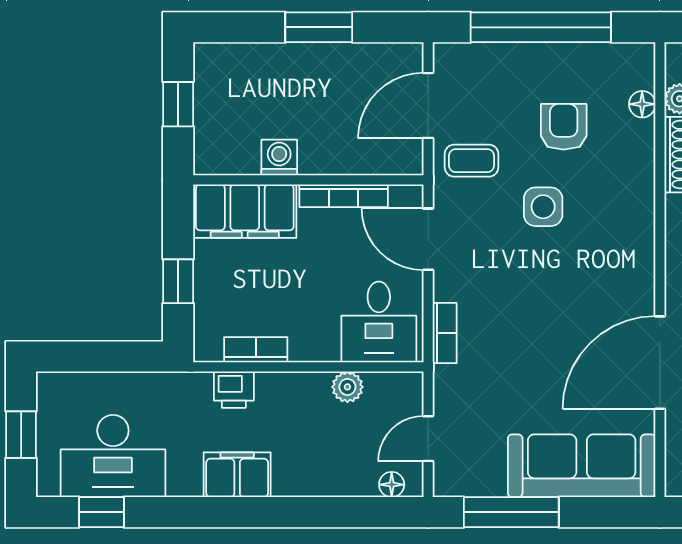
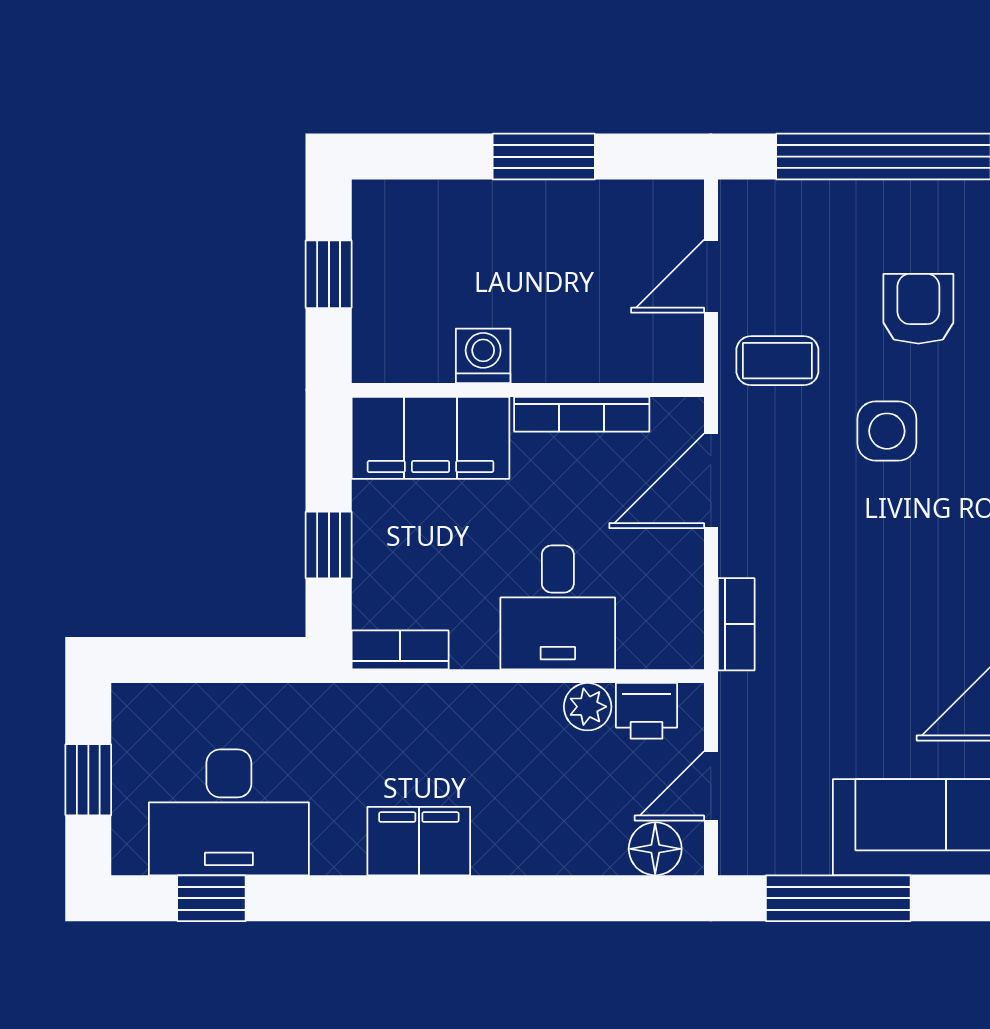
door: (428, 105) -> (711, 276), width x0.73
door: (428, 239) -> (711, 481), hinge flipped
desk: (379, 322) -> (558, 607), moved
bookcase: (256, 350) -> (400, 650), moved
printer: (234, 390) -> (647, 711), moved
floor lamp: (392, 485) -> (655, 849), width x1.37, depth x1.37

